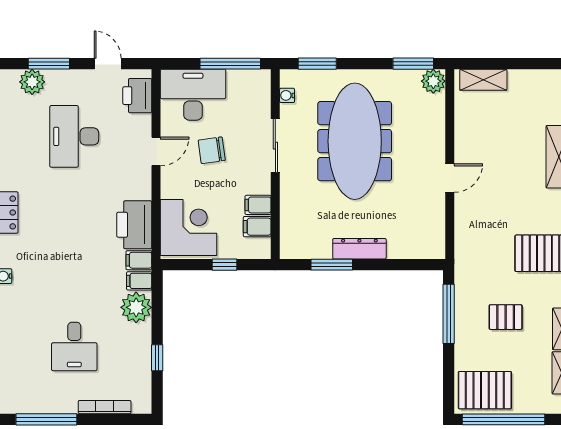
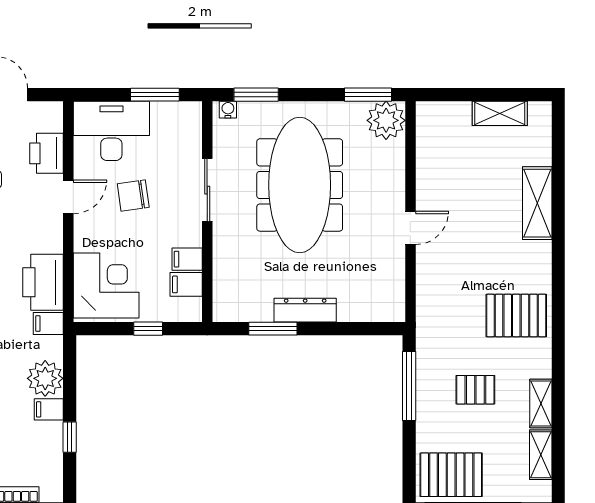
window: (230, 64) -> (155, 95), width x0.69
shelving: (483, 80) -> (500, 113), moved
plant: (433, 81) -> (386, 120), width x1.36, depth x1.36
water cooler: (287, 95) -> (228, 110), moved, turned 90
printer: (137, 96) -> (47, 153), moved
filing cabinet: (139, 281) -> (49, 409), moved

